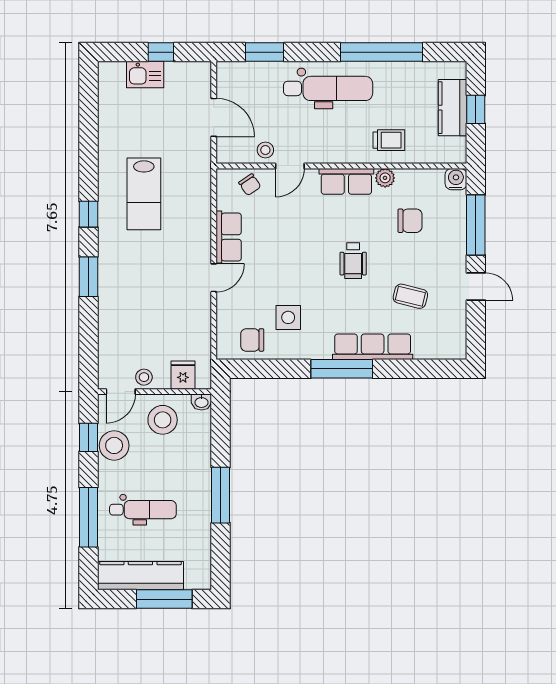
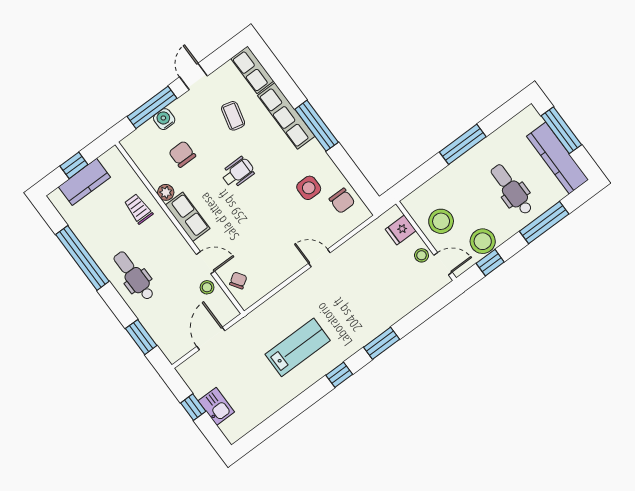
dental chair: (328, 88) -> (134, 276), width x0.73, depth x0.72
water cooler: (456, 179) -> (164, 119), moved, turned 90
row of seats: (229, 237) -> (252, 70), moved, turned -90
washbasin: (201, 402) -> (409, 204), removed

